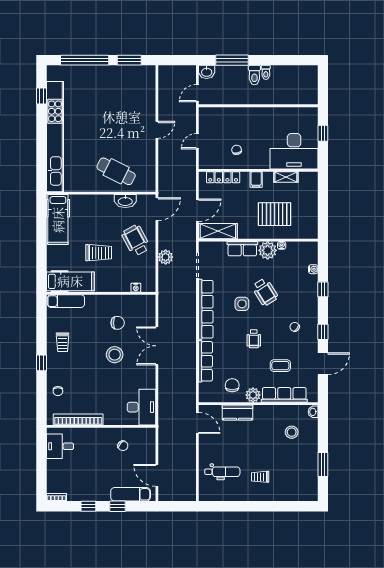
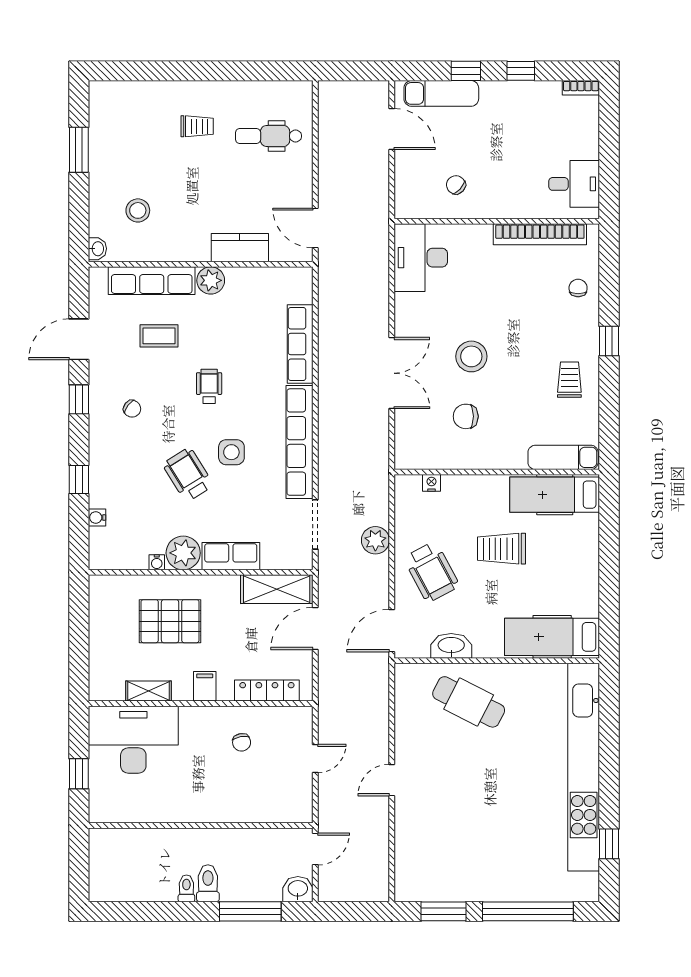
hospital bed: (58, 220) -> (552, 637), moved, turned -90
chair: (232, 385) -> (250, 299), removed

